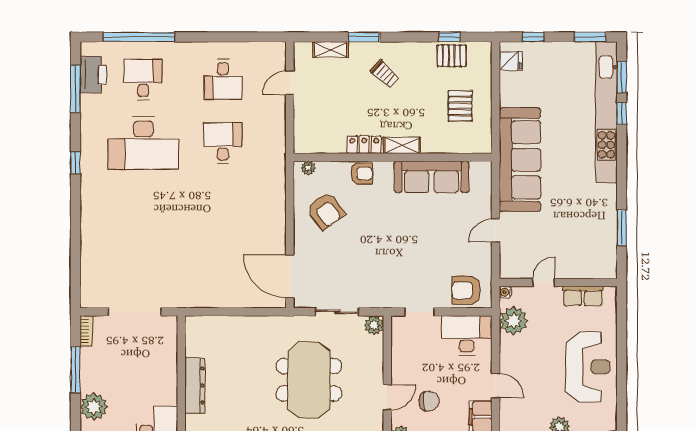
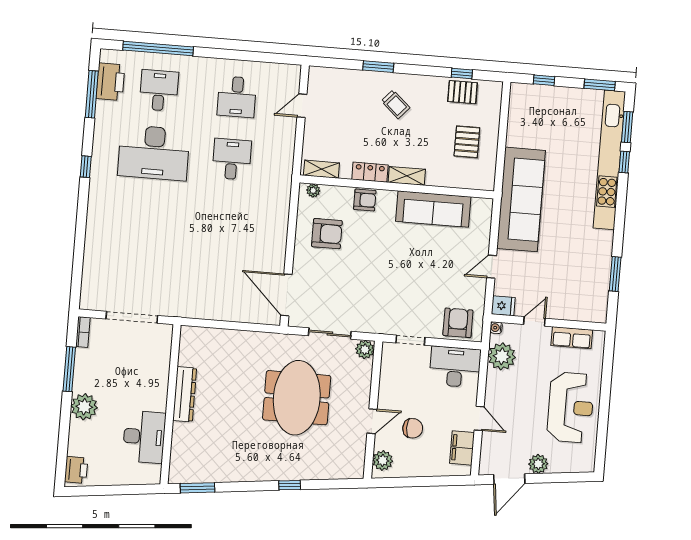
shelving: (330, 50) -> (321, 169), moved
fridge: (511, 61) -> (503, 306), moved
armchair: (326, 211) -> (327, 234), turned -53
armchair: (466, 290) -> (458, 323), turned 90

